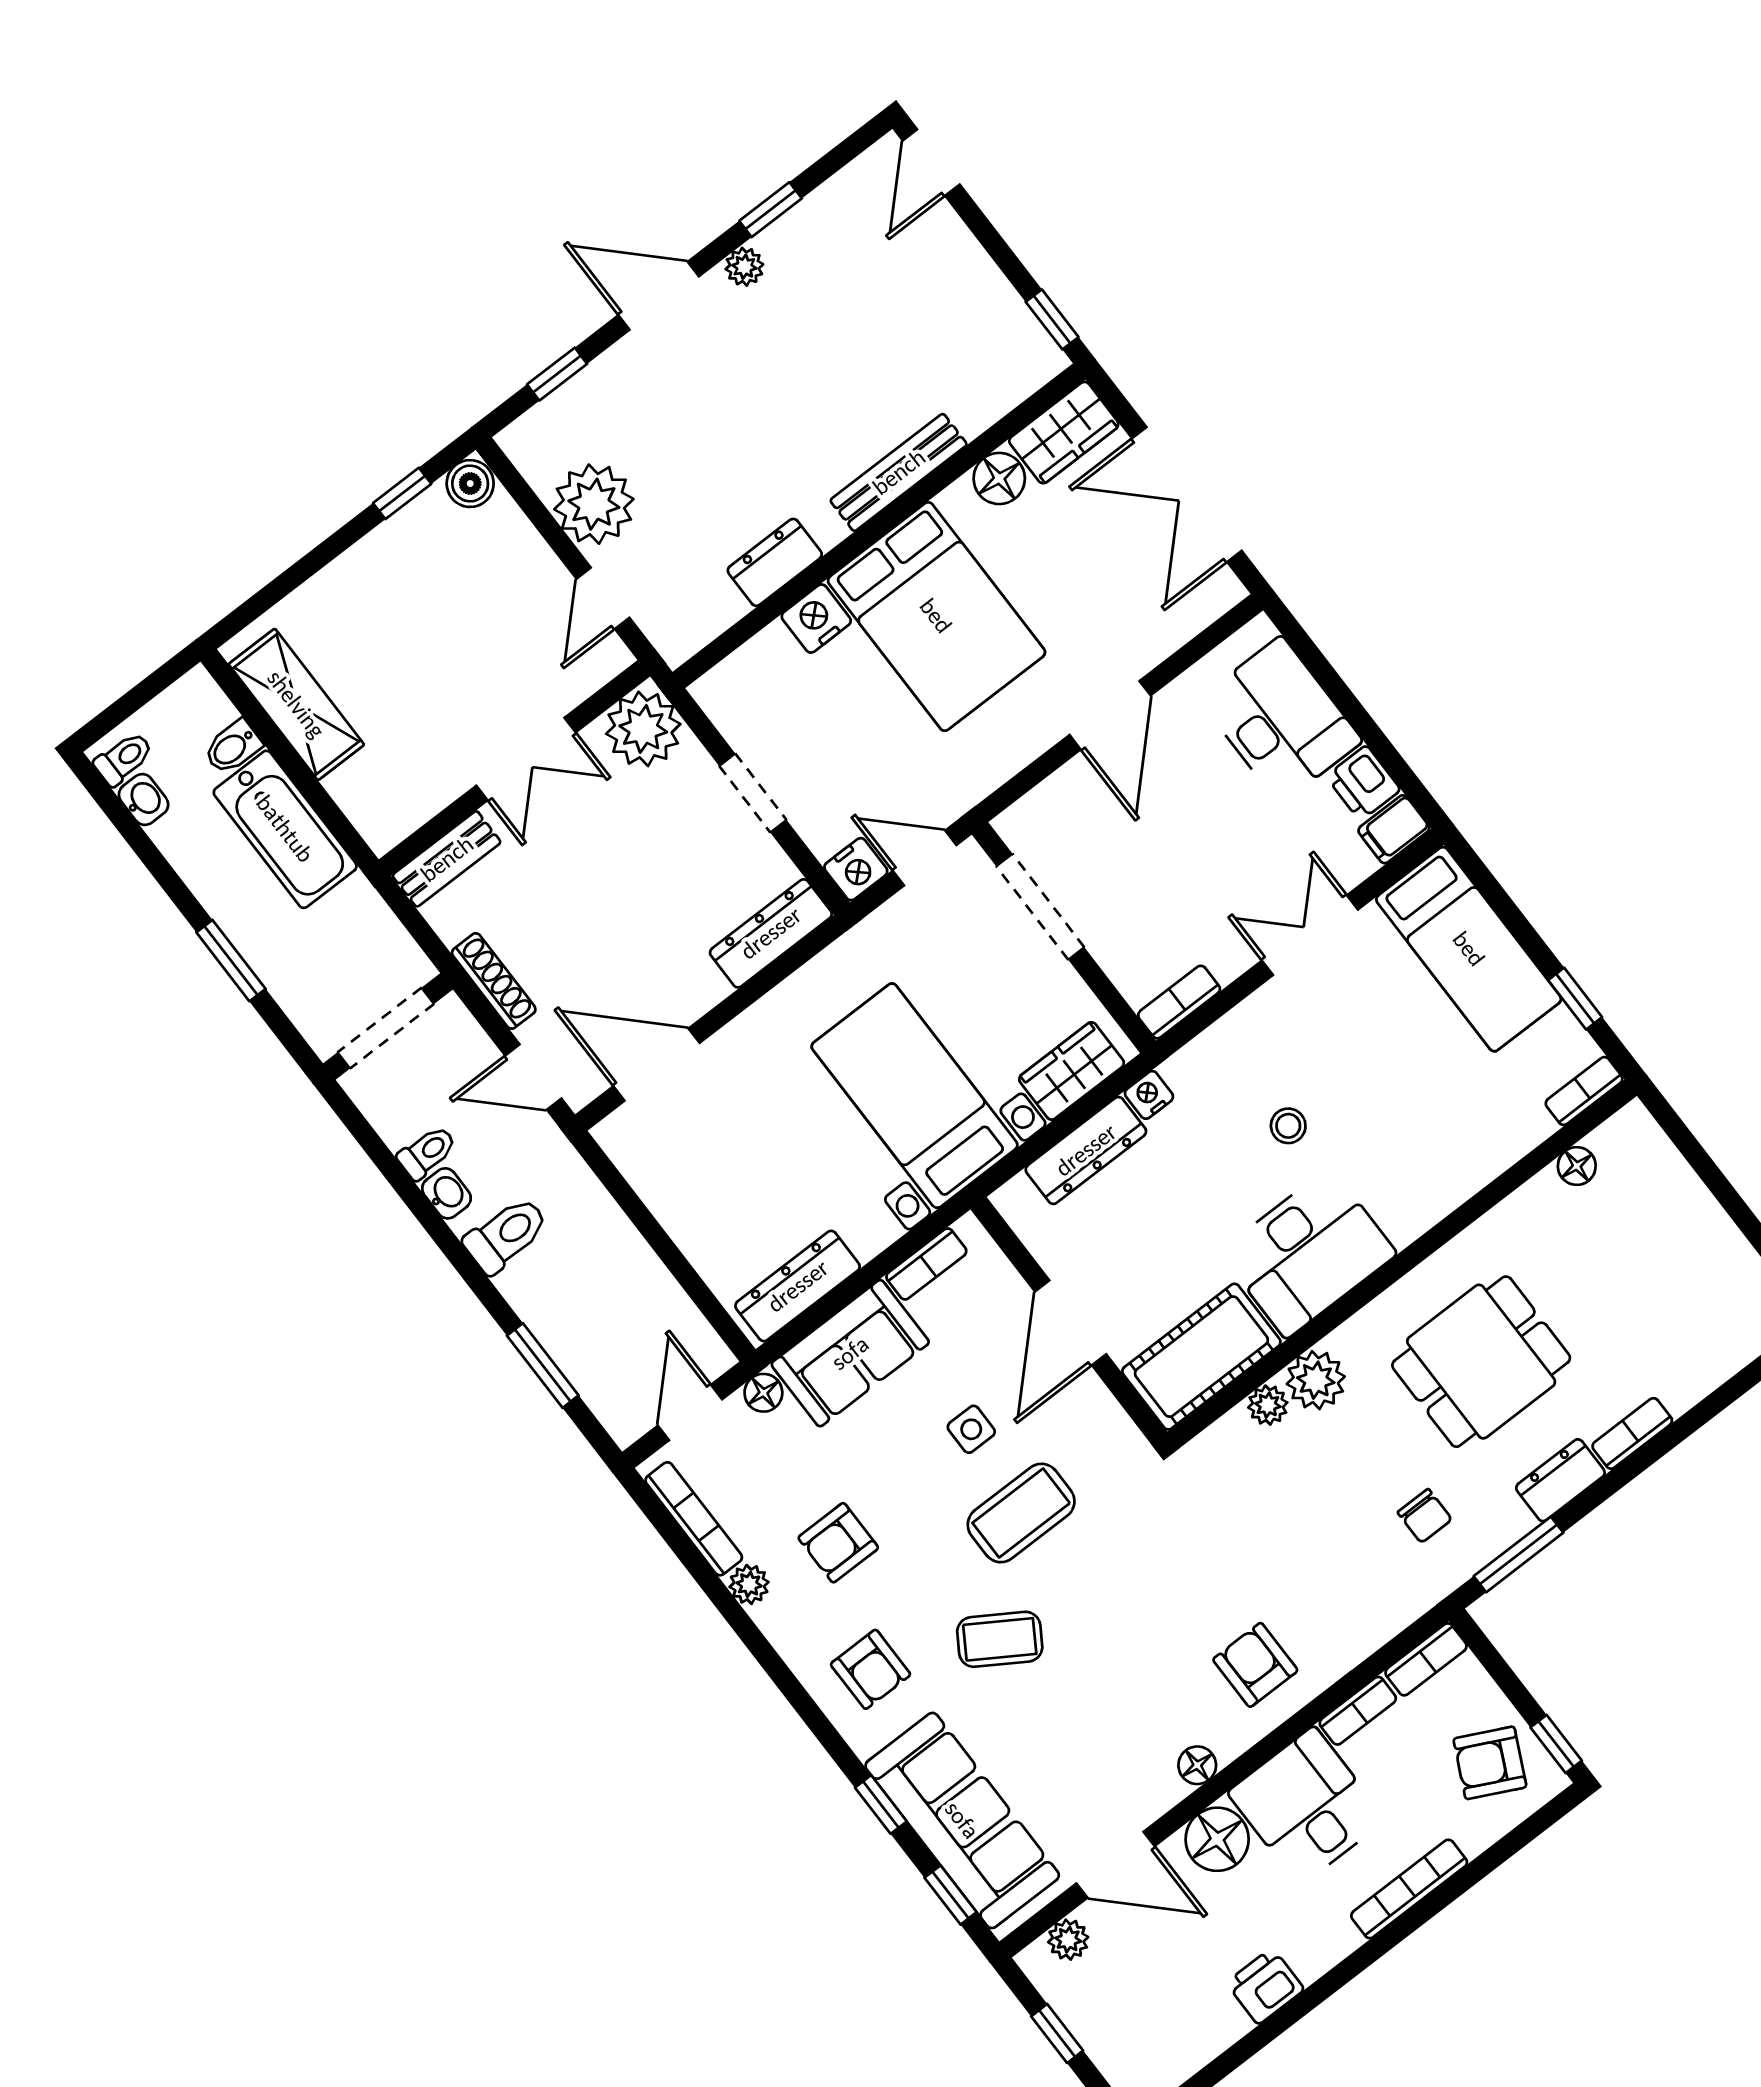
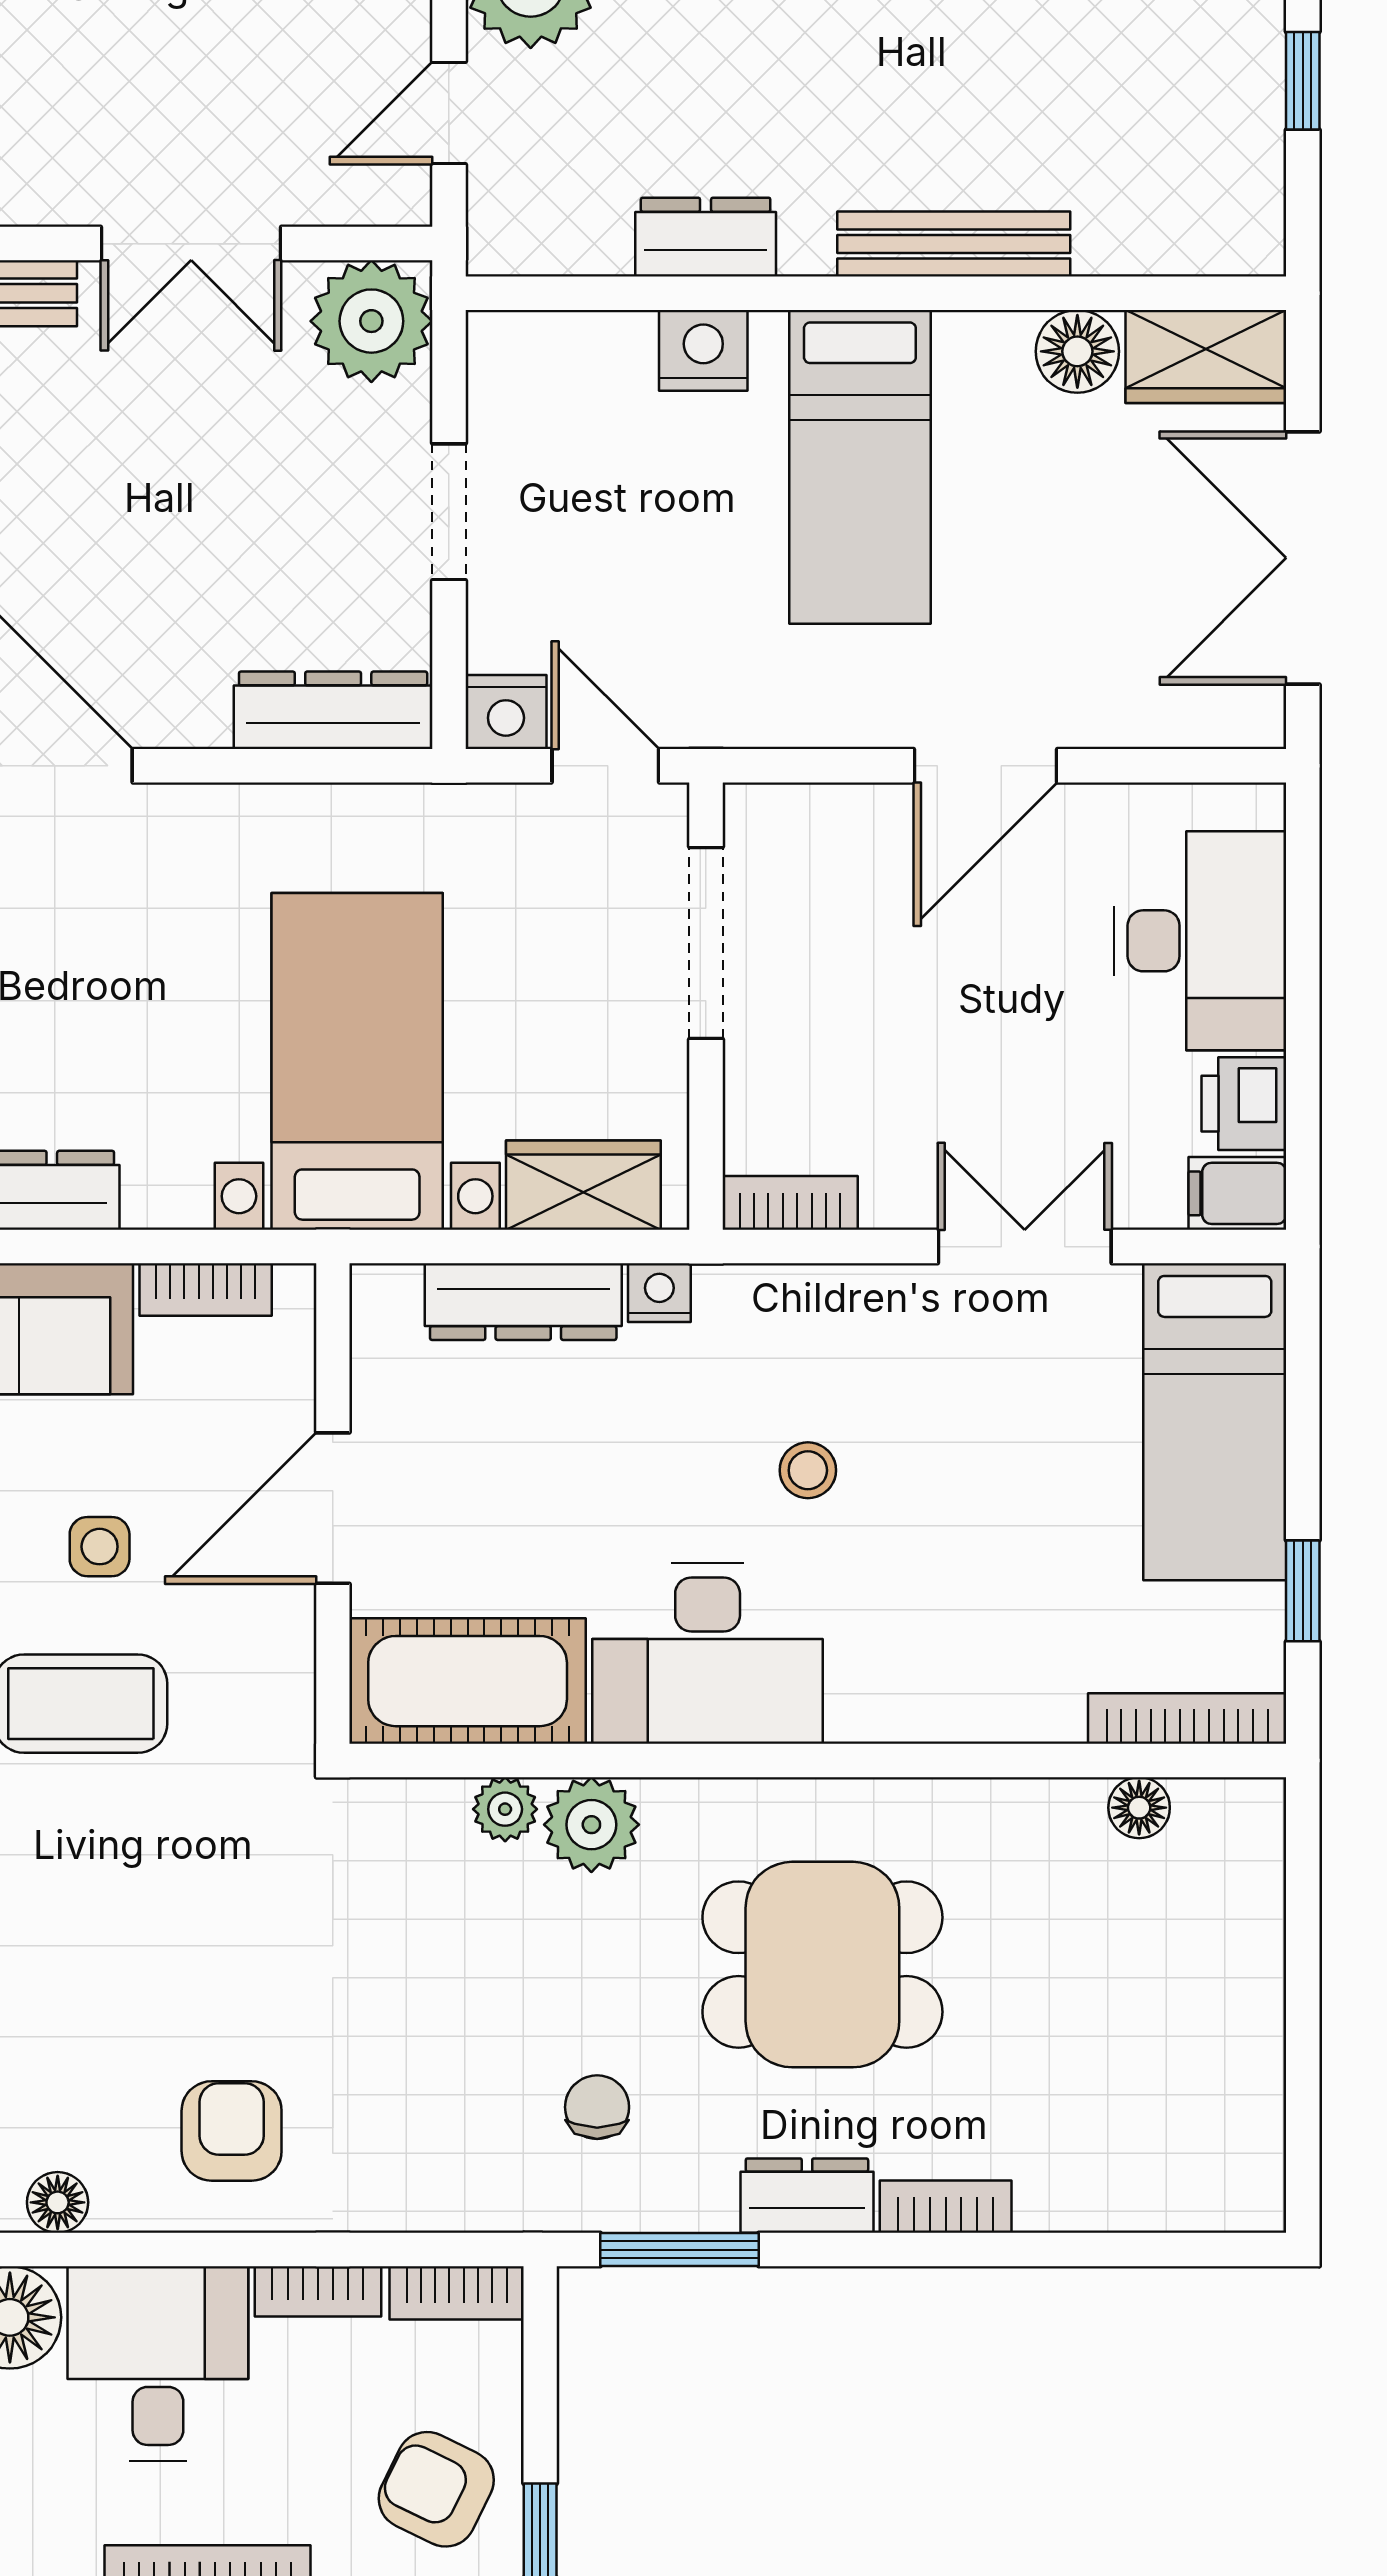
window: (1052, 319) -> (1303, 81), moved
bed: (936, 616) -> (860, 467), width x0.67
bookcase: (1584, 1091) -> (1187, 1719), width x1.56
chair: (1425, 1516) -> (597, 2107), turned 180

